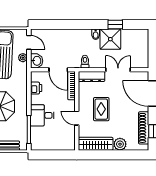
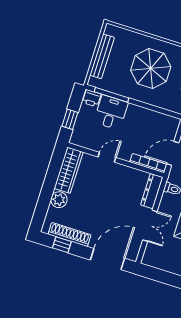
printer: (36, 88) -> (92, 98), moved
rug: (101, 109) -> (109, 190), removed
desk: (42, 115) -> (111, 112), moved
window: (57, 155) -> (70, 119), added

